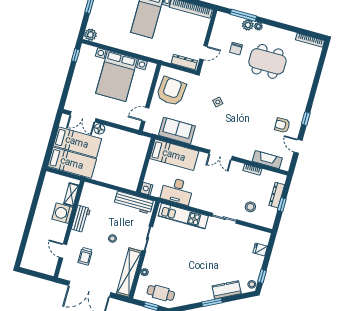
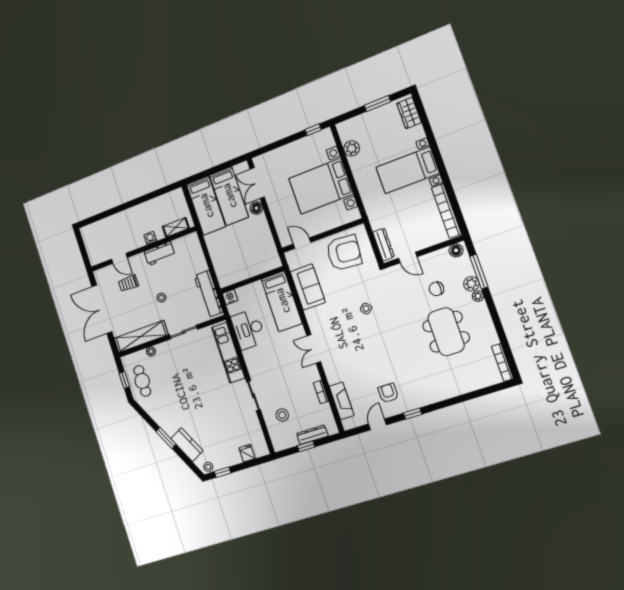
floor lamp: (220, 20) -> (456, 250), added
plant: (90, 35) -> (352, 148), moved
washing machine: (62, 213) -> (150, 238), width x0.53, depth x0.53
door: (63, 251) -> (119, 258), swing flipped

